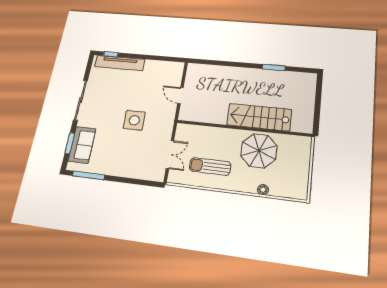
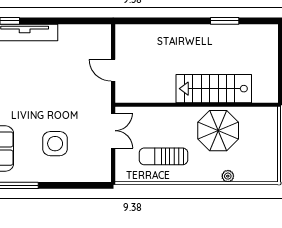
side table: (134, 120) -> (55, 144), moved
double door: (170, 155) -> (113, 131), moved

